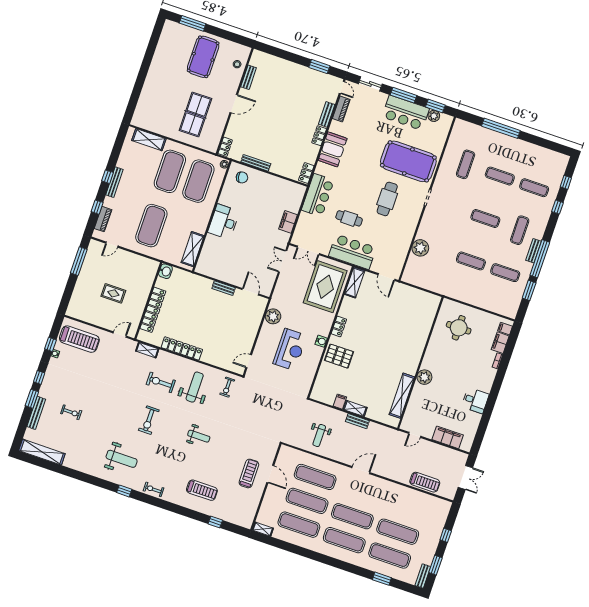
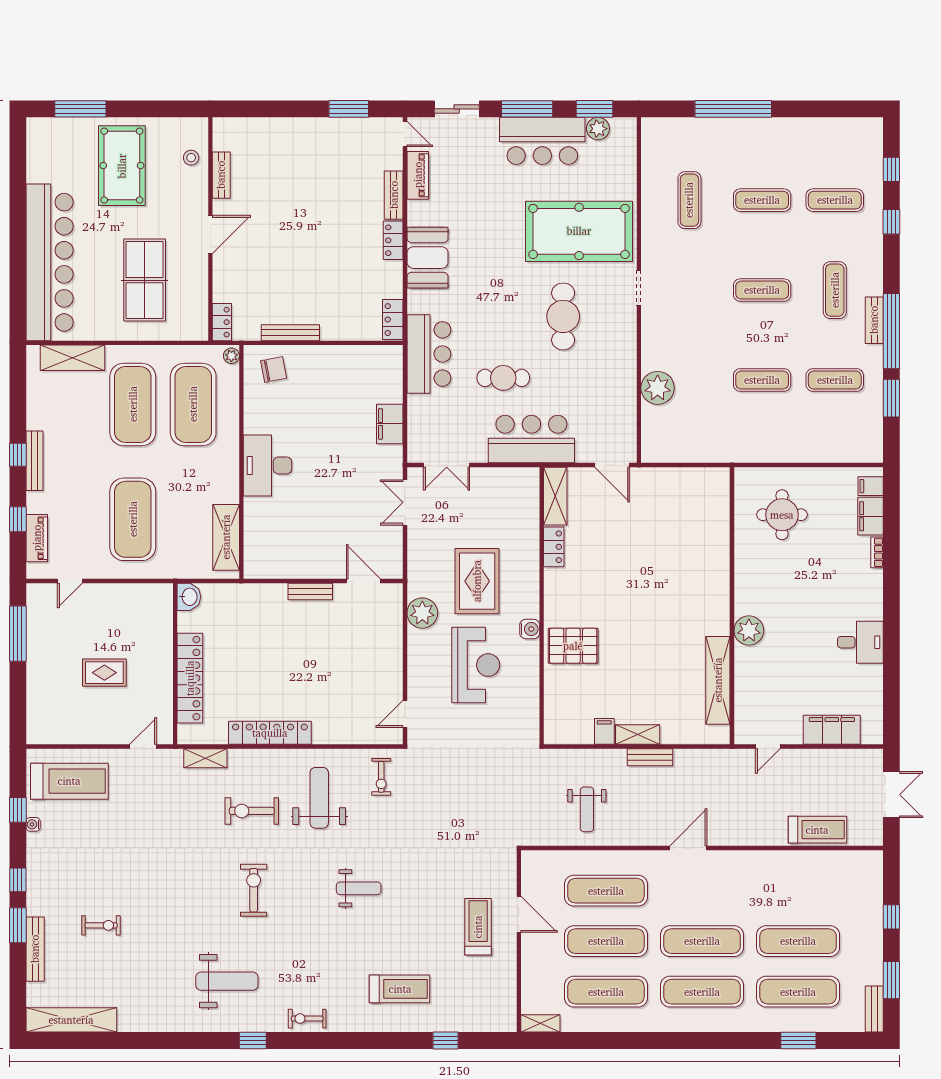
bar counter: (153, 91) -> (50, 262), added
rug: (325, 287) -> (477, 581), moved, width x0.73, depth x0.69
locker: (339, 326) -> (554, 547), moved
exercise bike: (149, 420) -> (254, 890), turned 180

